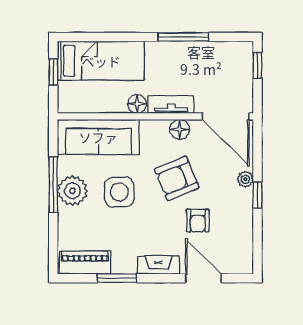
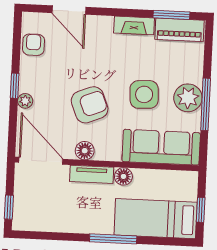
window: (183, 37) -> (113, 239), moved
armchair: (198, 220) -> (33, 45), moved
fireplace: (158, 265) -> (134, 25), moved
window: (117, 278) -> (171, 15), moved

